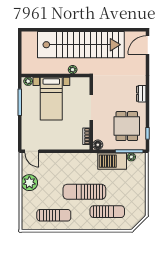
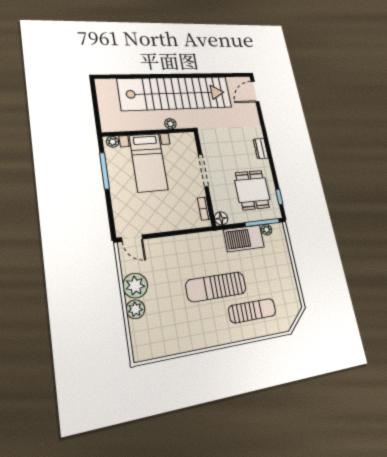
plant: (27, 198) -> (135, 309), added
sun lounger: (54, 215) -> (179, 330), removed

